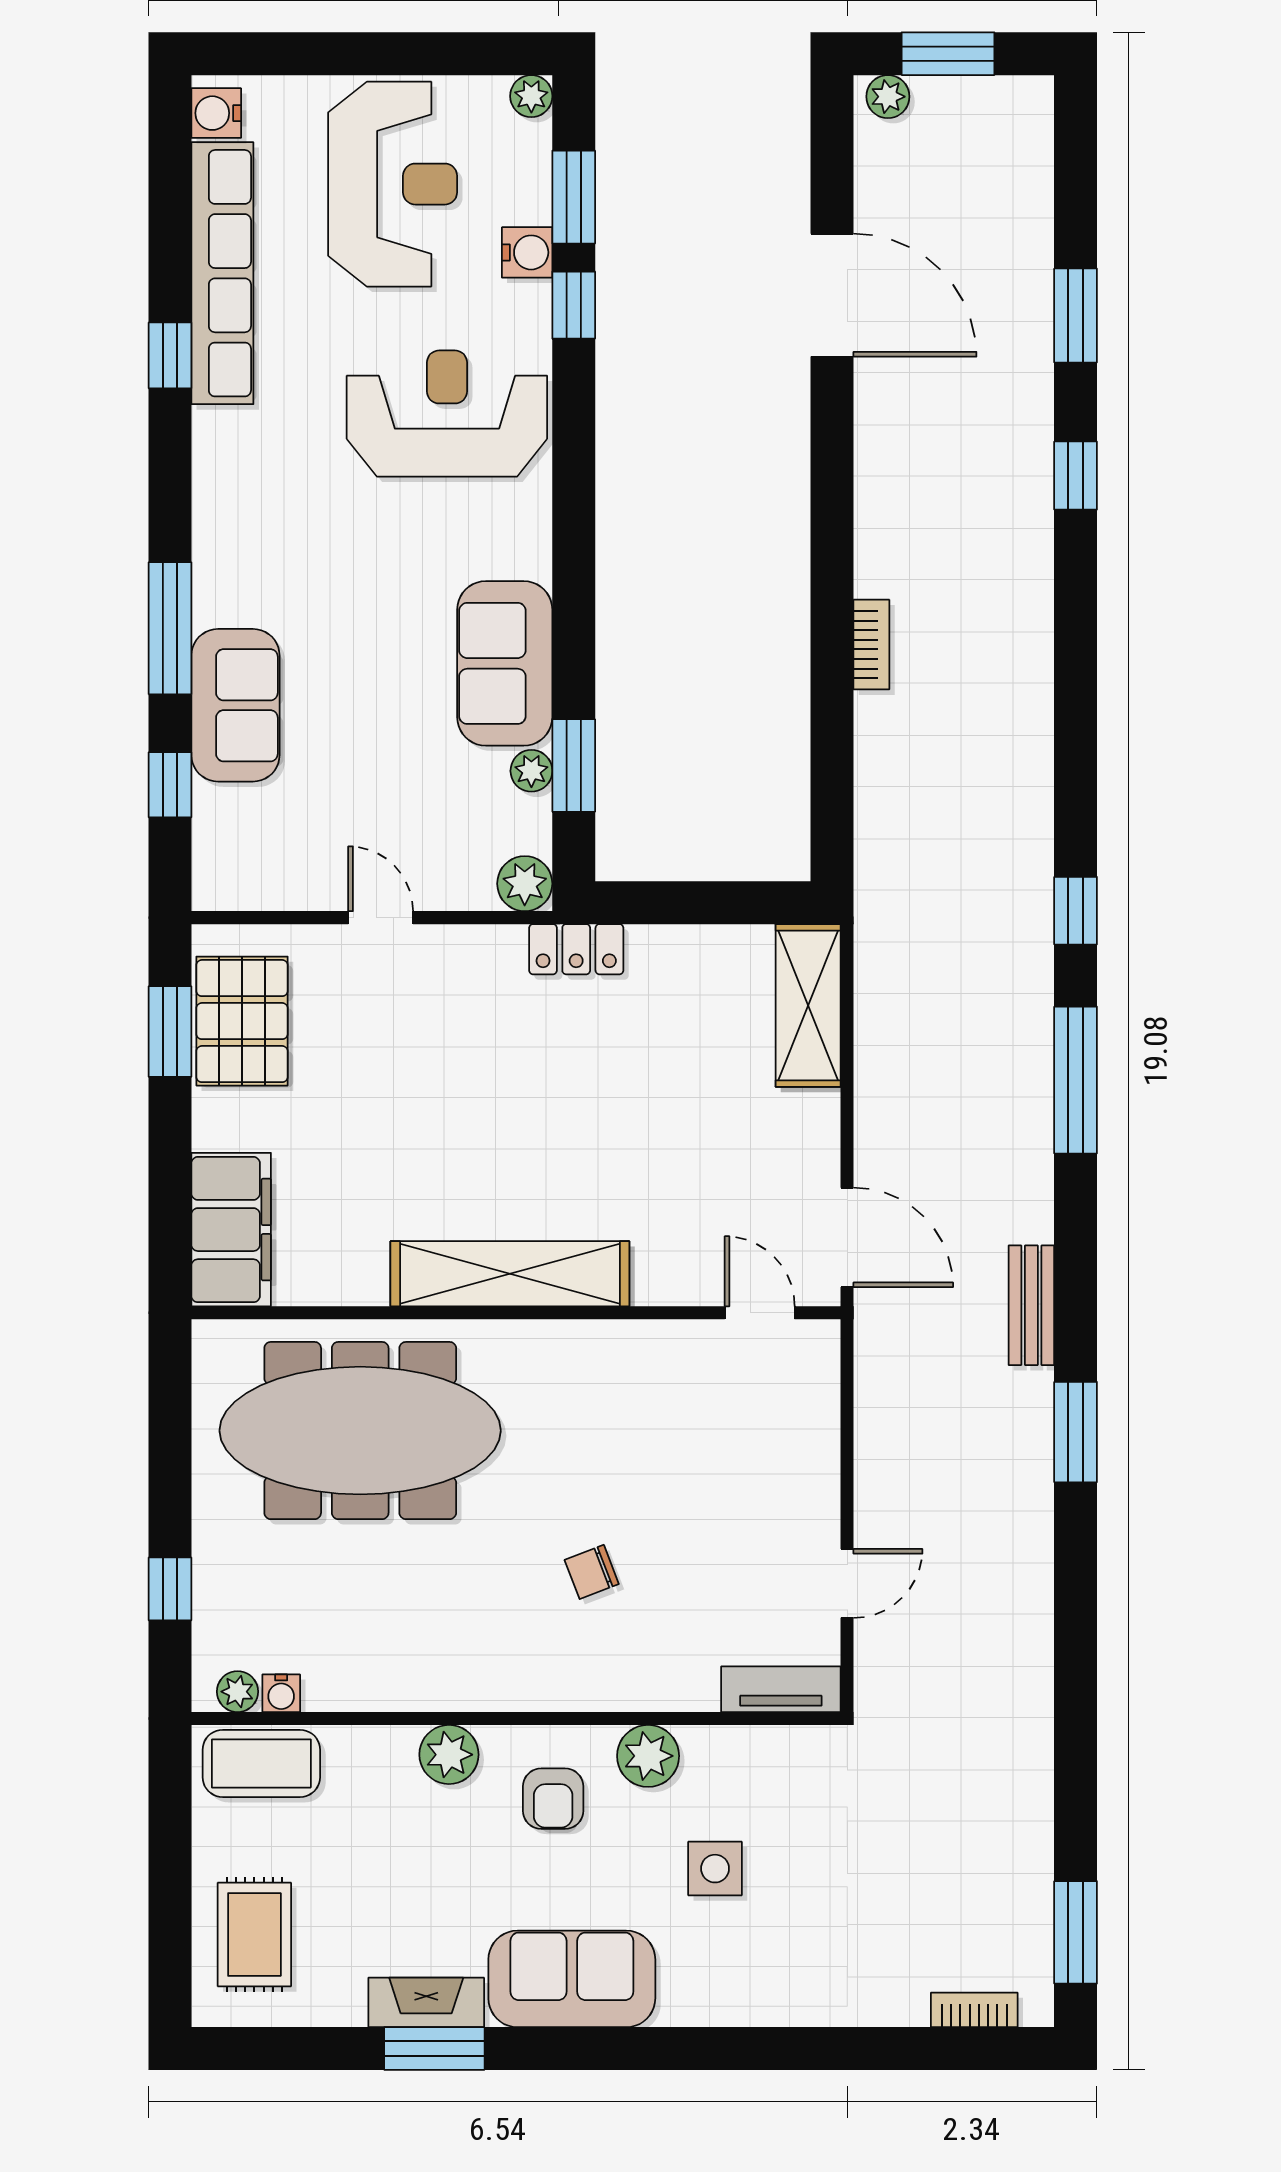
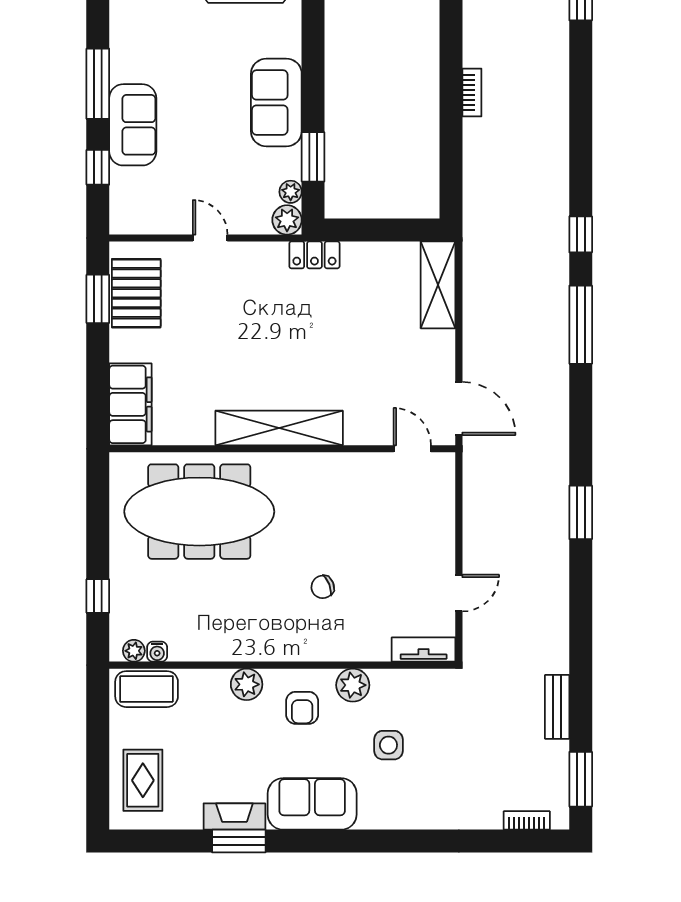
plant: (531, 771) -> (291, 192), moved
bench: (1031, 1305) -> (557, 707), moved

